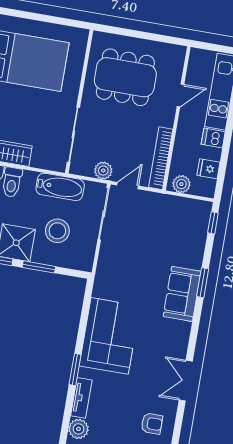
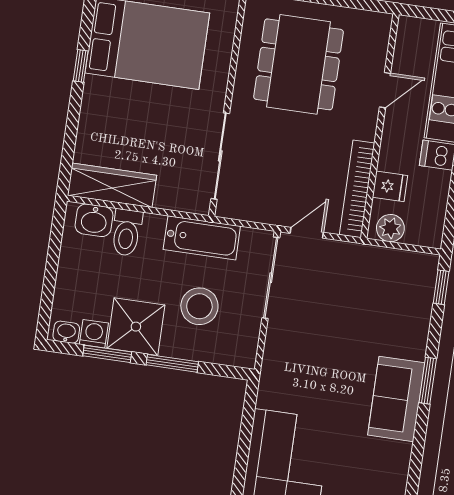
dining table: (125, 77) -> (298, 64), turned 90
fridge: (208, 169) -> (390, 186), moved, turned 180
plant: (103, 171) -> (268, 211), removed

